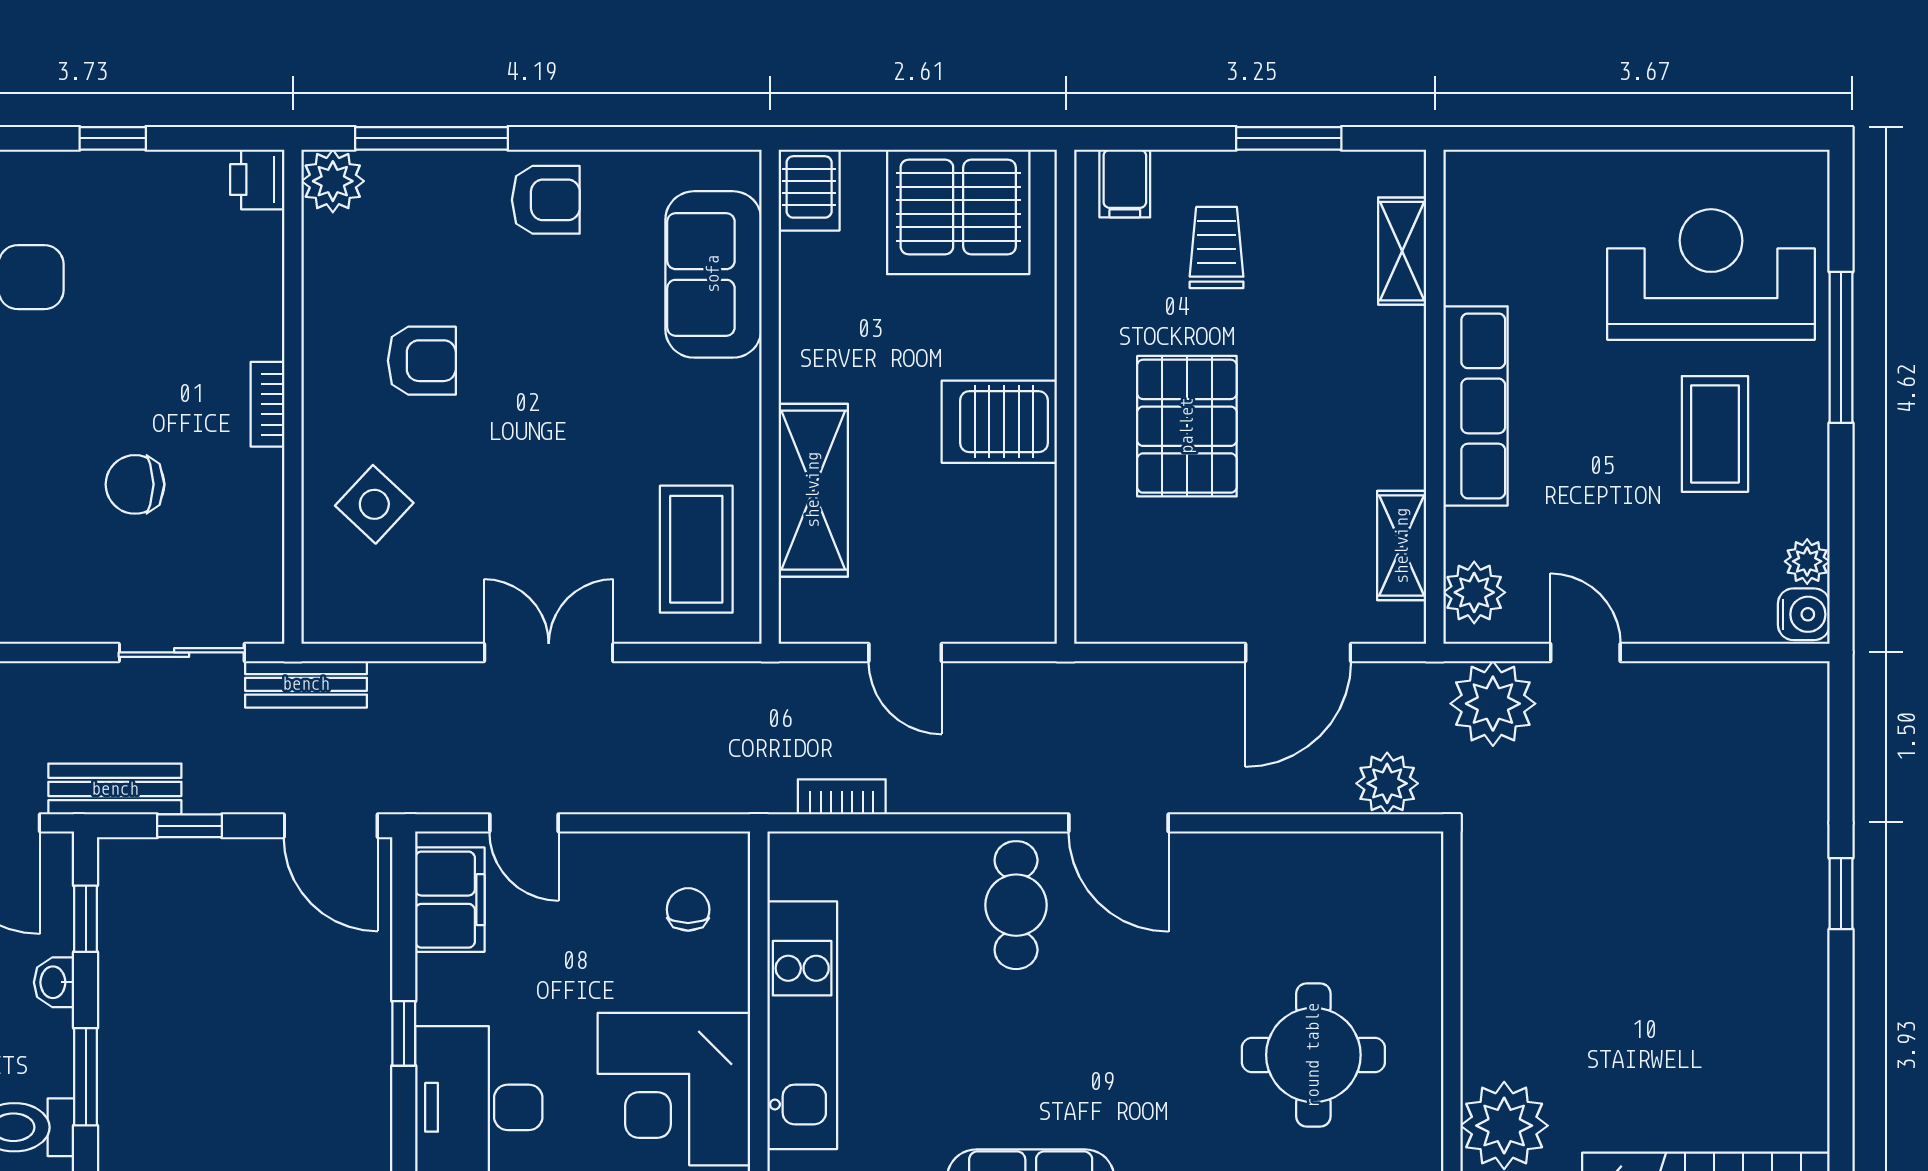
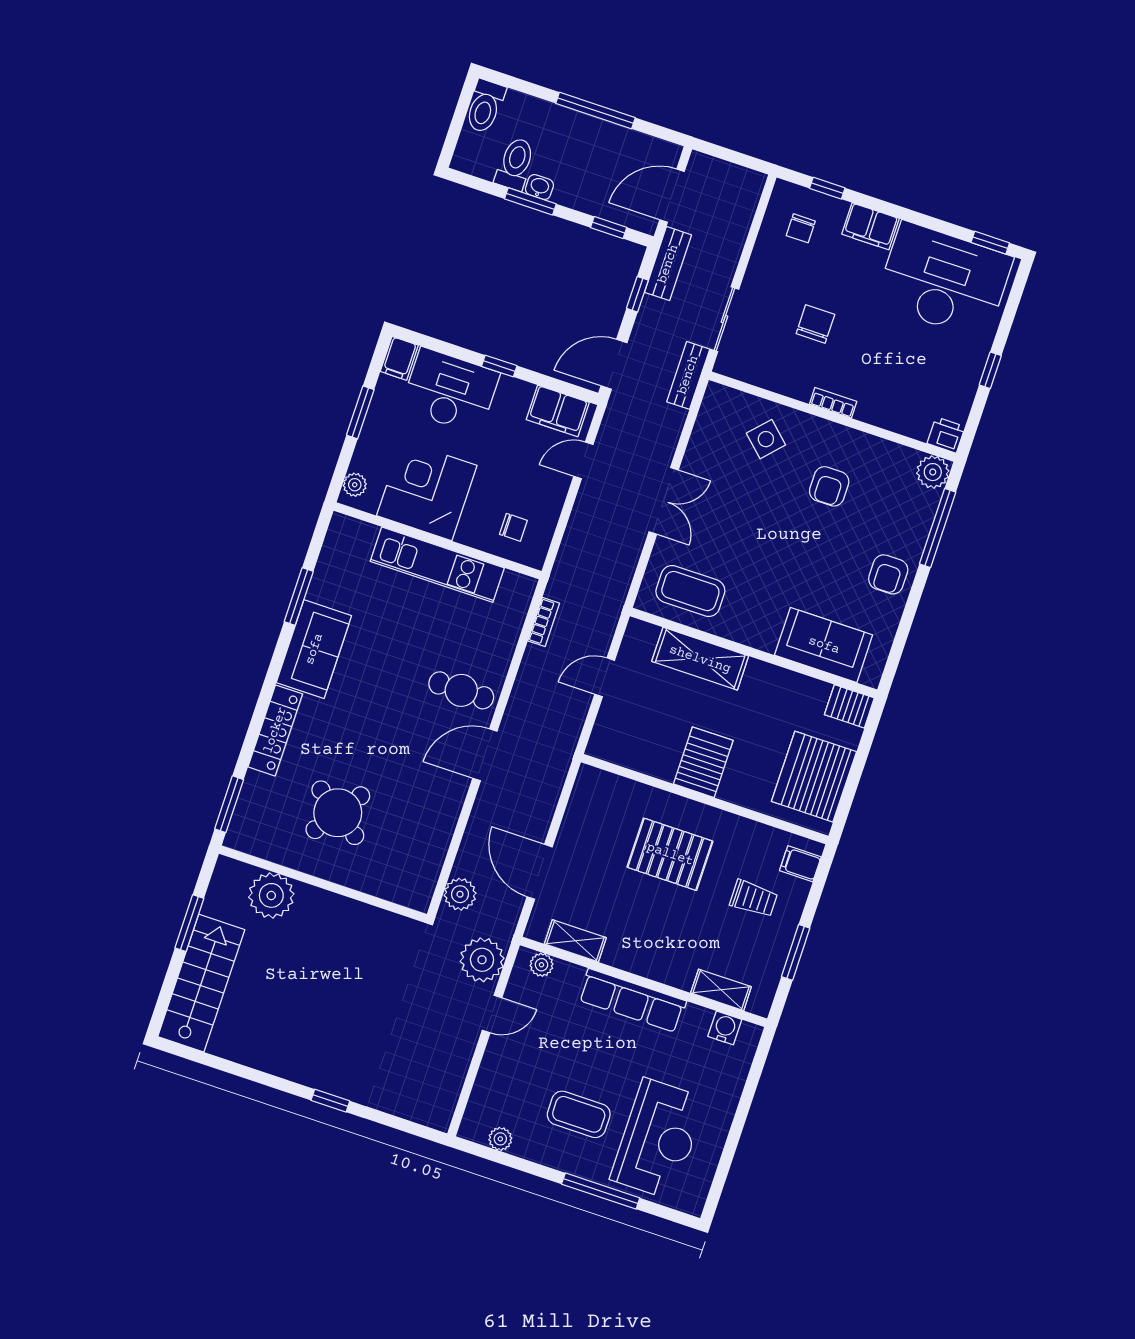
plant: (1474, 592) -> (542, 965), width x0.73, depth x0.73
water cooler: (1804, 614) -> (725, 1028), moved, turned 180
washbasin: (54, 982) -> (539, 187), moved
round table: (1313, 1055) -> (338, 813), turned 35

